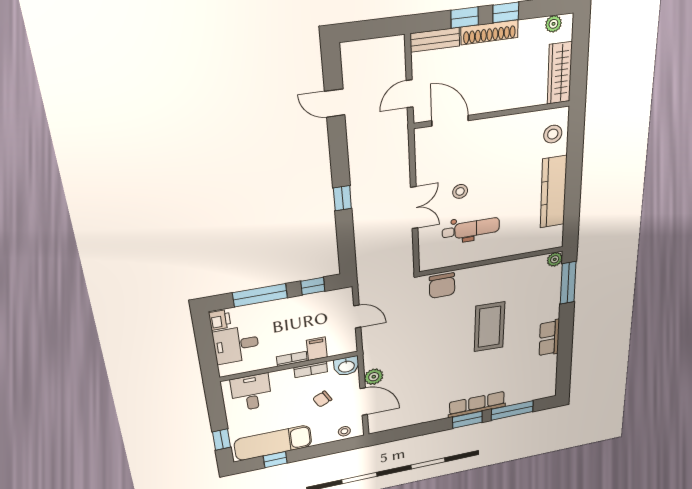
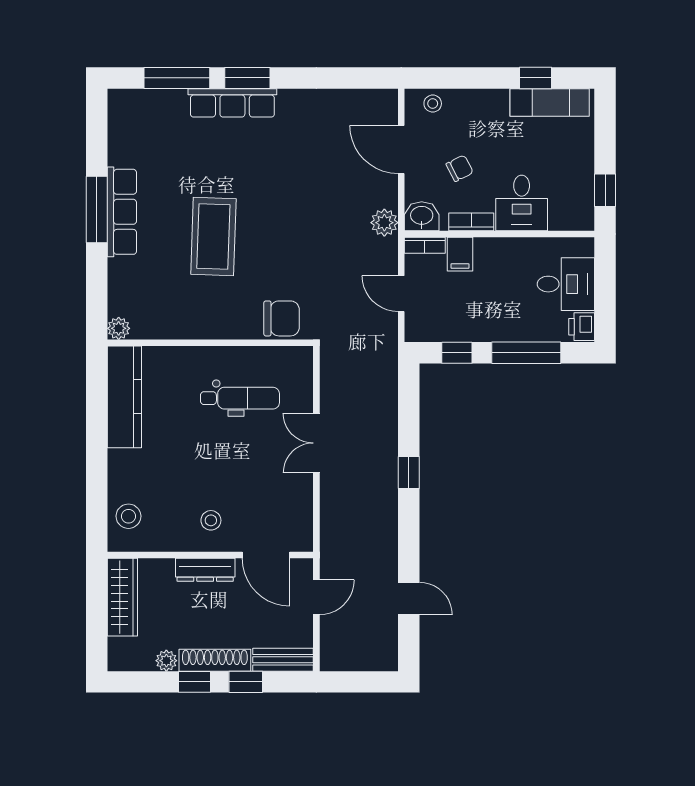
plant: (553, 24) -> (166, 661), moved
dresser: (497, 103) -> (205, 570), added
stool: (460, 191) -> (211, 520), moved
kitchen counter: (554, 192) -> (124, 397), moved
dental chair: (471, 229) -> (240, 398), turned 180
window: (568, 283) -> (97, 210), moved
chair: (442, 286) -> (282, 318), turned 90
row of seats: (549, 338) -> (122, 212), width x1.48
bookcase: (292, 359) -> (425, 245), moved
plant: (374, 377) -> (384, 223), moved
desk: (251, 392) -> (522, 203), moved
window: (222, 440) -> (605, 190), moved
exam couch: (273, 443) -> (550, 102), width x0.73, depth x0.69

